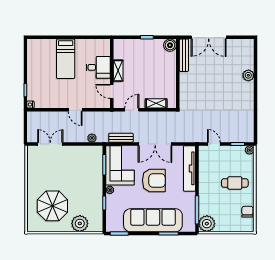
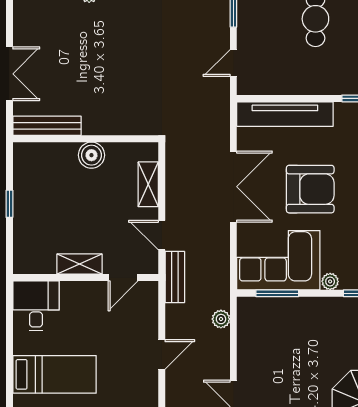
double door: (209, 37) -> (9, 74), width x0.73
boiler: (170, 45) -> (91, 155), moved
desk: (98, 67) -> (36, 306), moved
bench: (121, 138) -> (175, 277), moved
armchair: (154, 180) -> (310, 189), turned 90

